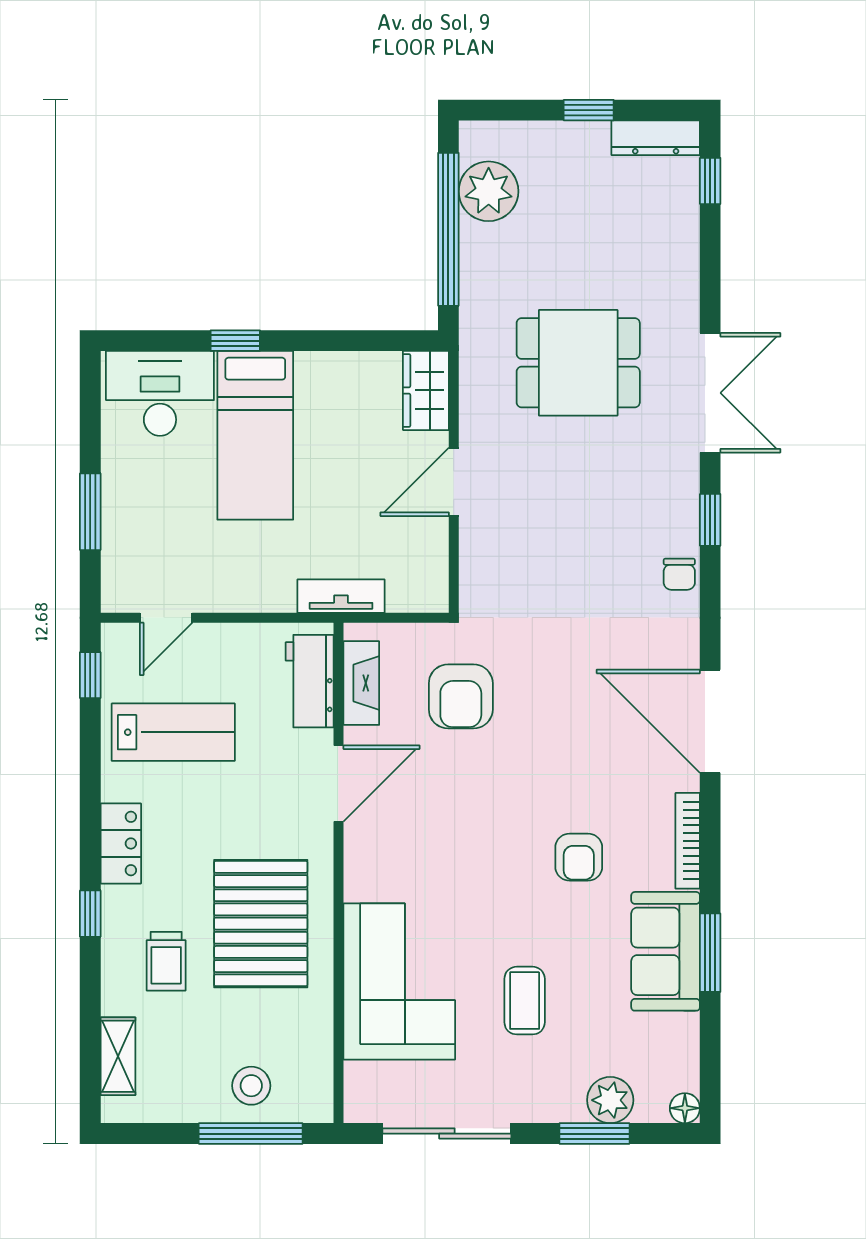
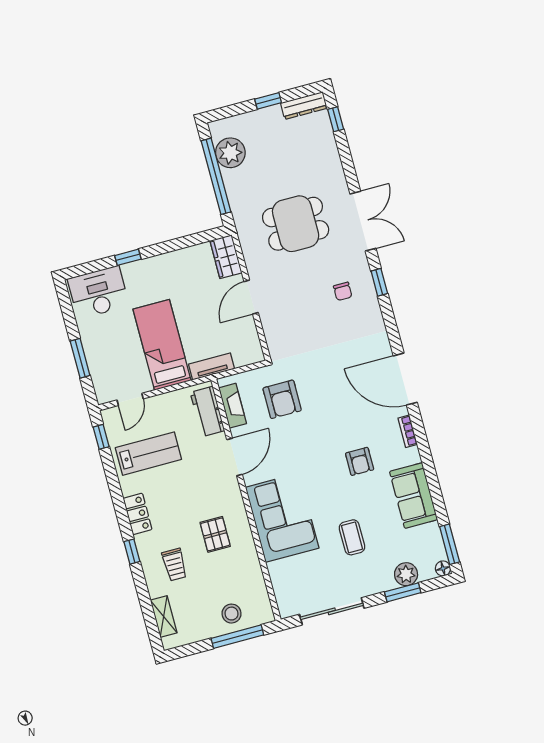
bed: (255, 435) -> (162, 345), moved, turned 180
chair: (679, 574) -> (343, 291), moved
bookcase: (688, 841) -> (408, 431), width x0.64
pallet: (261, 924) -> (215, 534), width x0.49, depth x0.50
window: (710, 953) -> (450, 544), moved
corner sofa: (399, 981) -> (282, 518), moved

